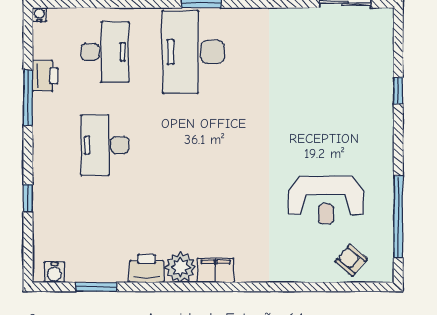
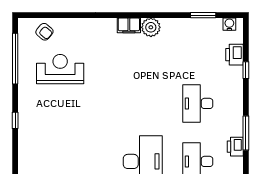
window: (398, 90) -> (15, 120), moved
desk: (105, 145) -> (198, 103), turned 180
printer: (147, 269) -> (234, 55), moved, turned 90

